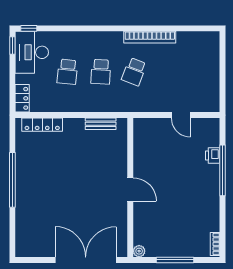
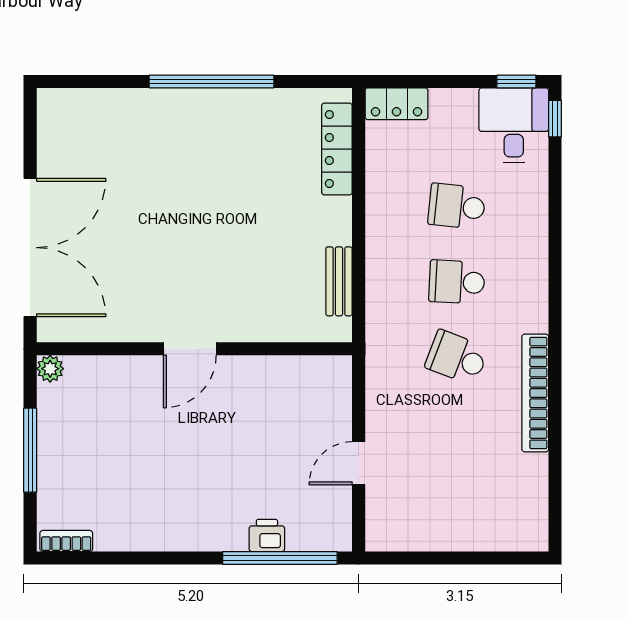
desk: (32, 52) -> (514, 125), width x0.73
window: (223, 170) -> (280, 558), moved

